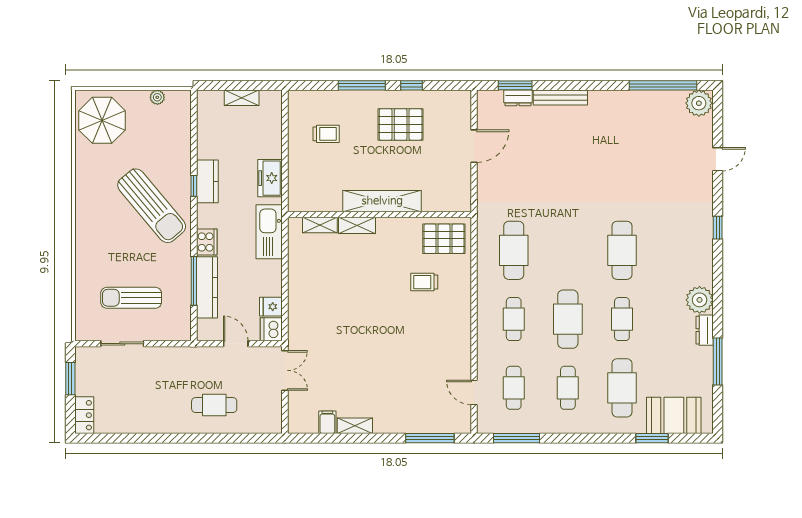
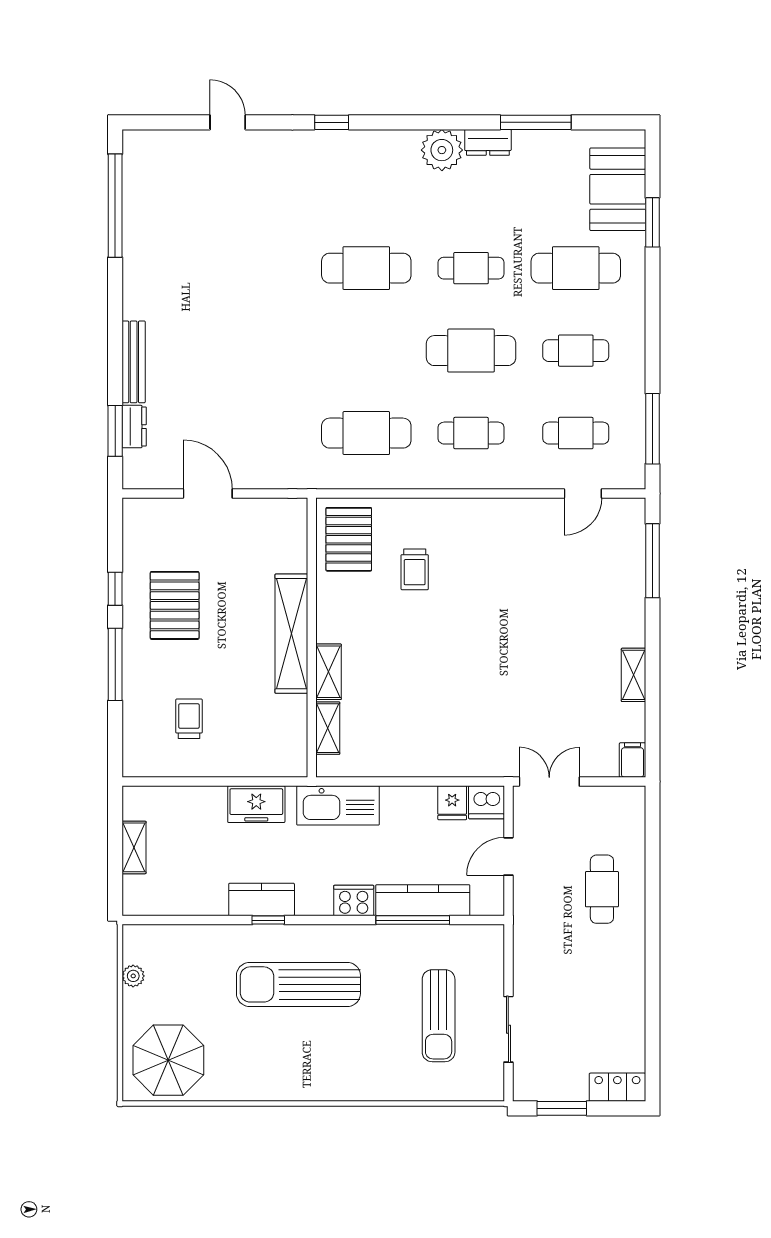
plant: (699, 103) -> (142, 151), removed
sun lounger: (152, 206) -> (298, 984), turned -140
filing cabinet: (327, 422) -> (632, 760), moved, turned 90

